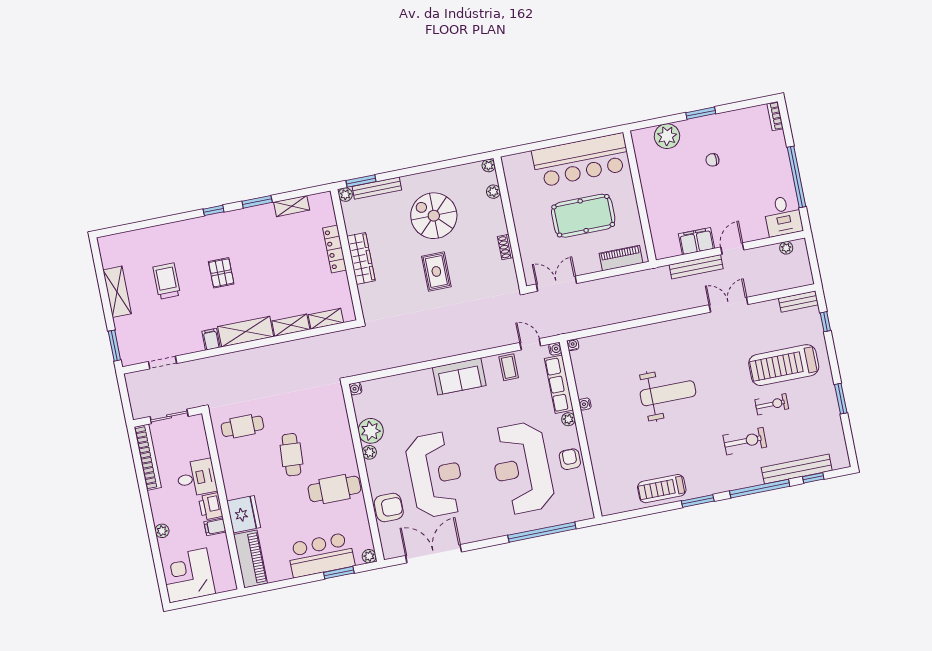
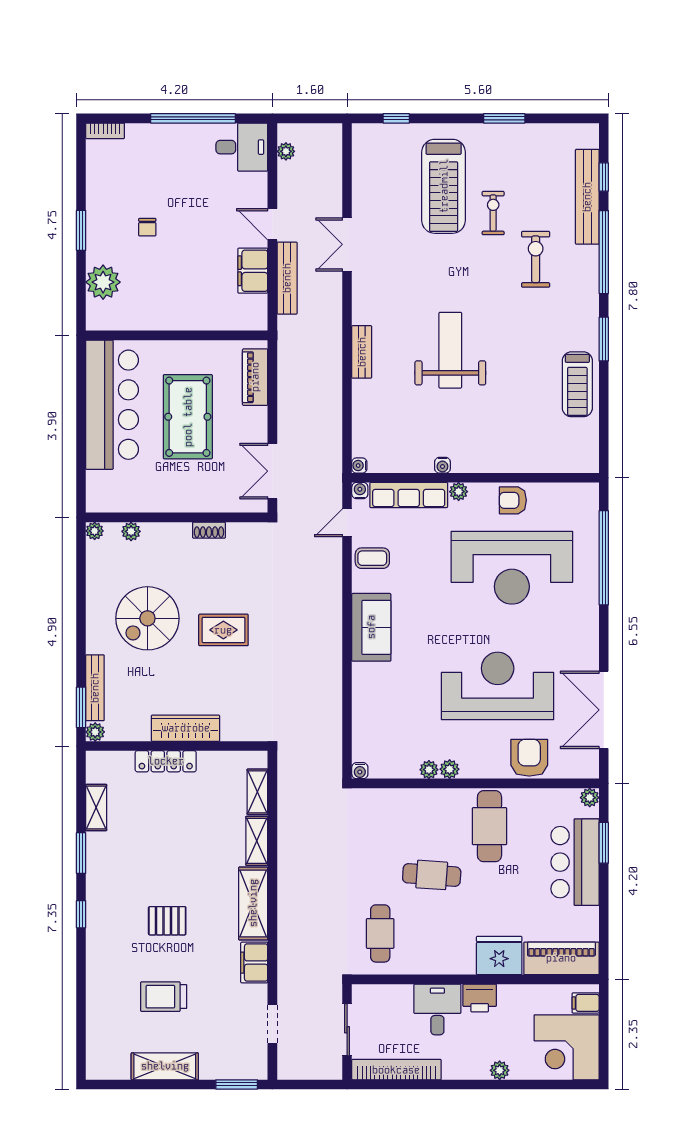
bench: (798, 302) -> (362, 352), moved
filing cabinet: (211, 339) -> (254, 963), width x2.00
plant: (371, 431) -> (429, 770), width x0.53, depth x0.53
filing cabinet: (215, 527) -> (586, 1003), moved, turned 90

